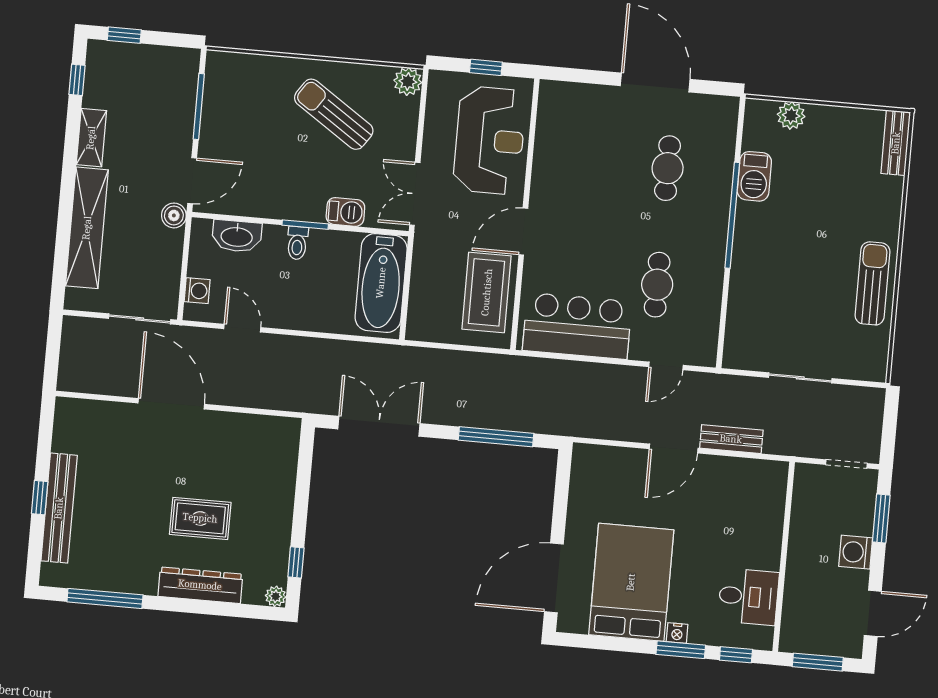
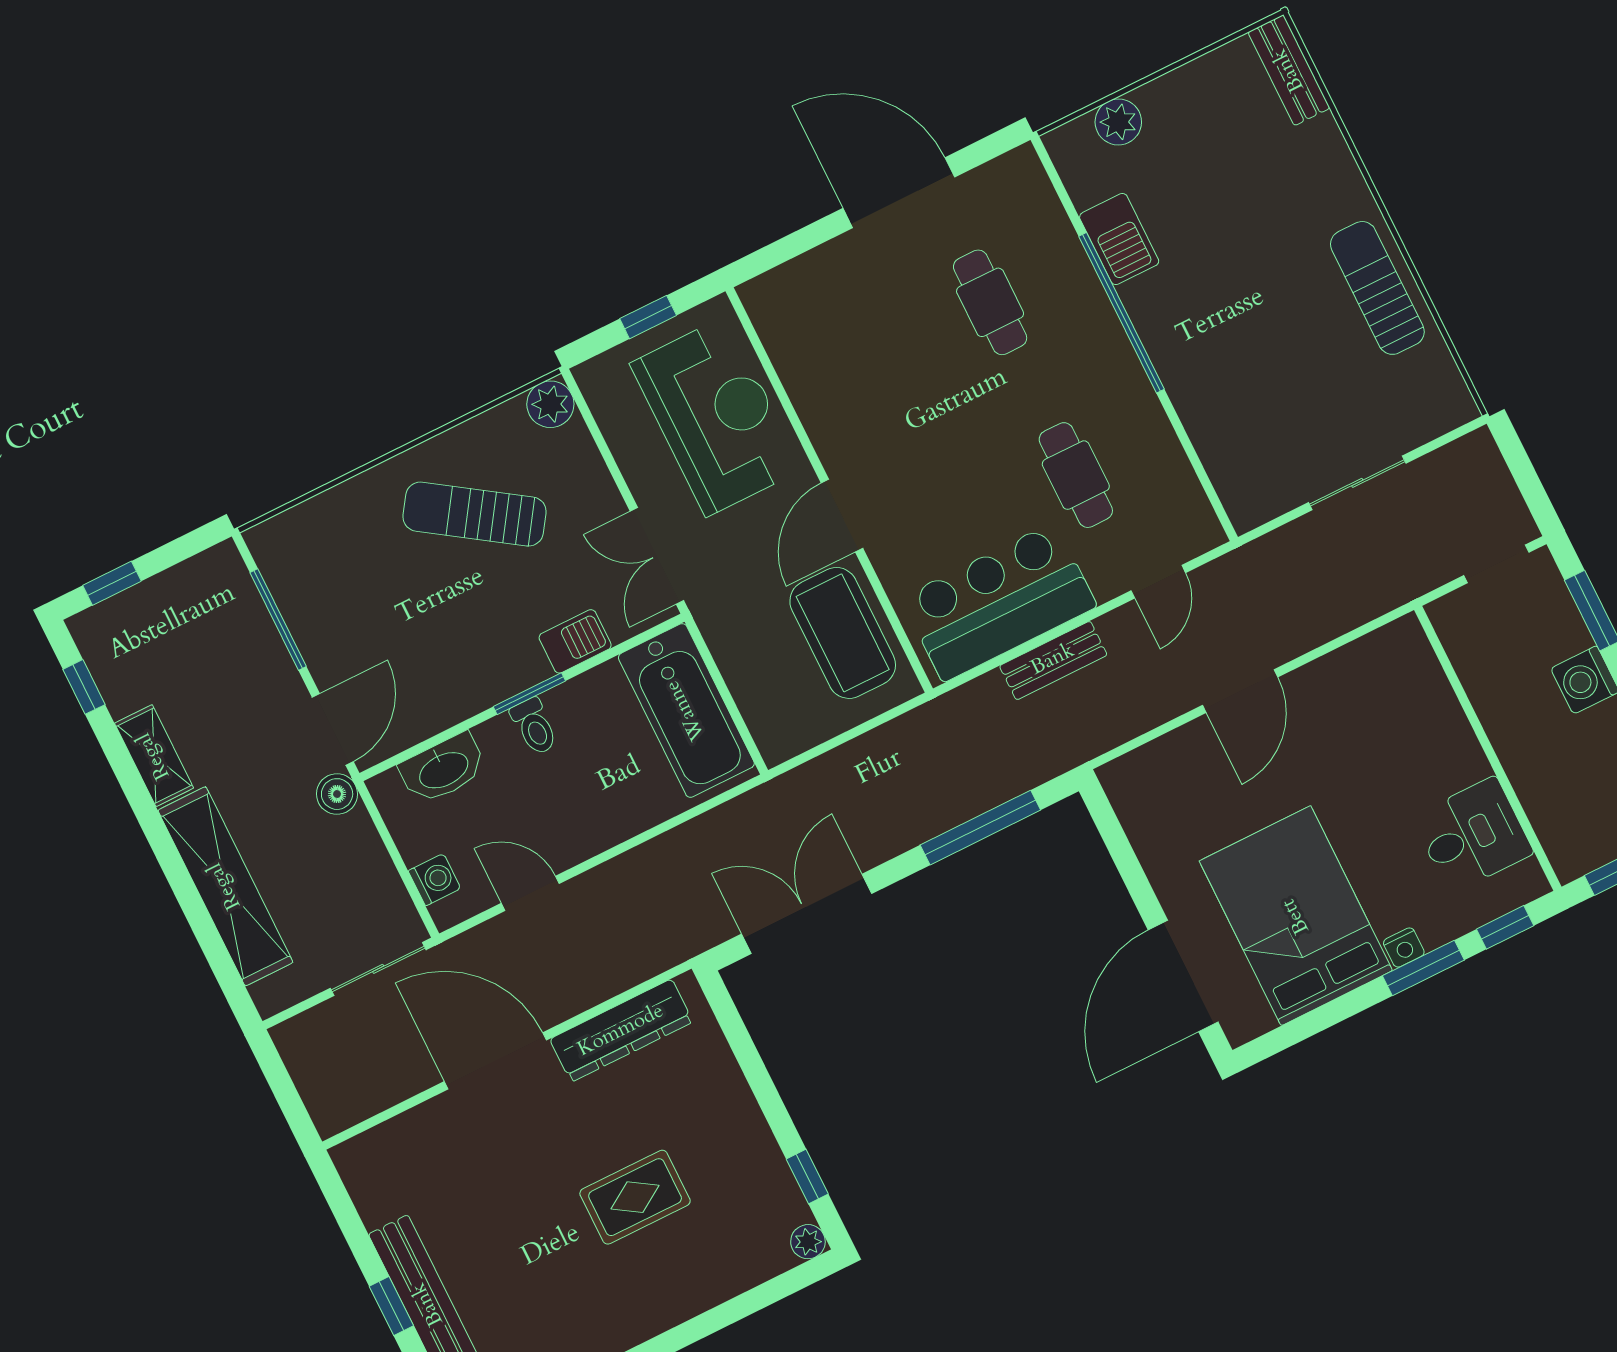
bench: (731, 439) -> (1053, 660), moved
dresser: (200, 585) -> (621, 1031), moved, turned 180

